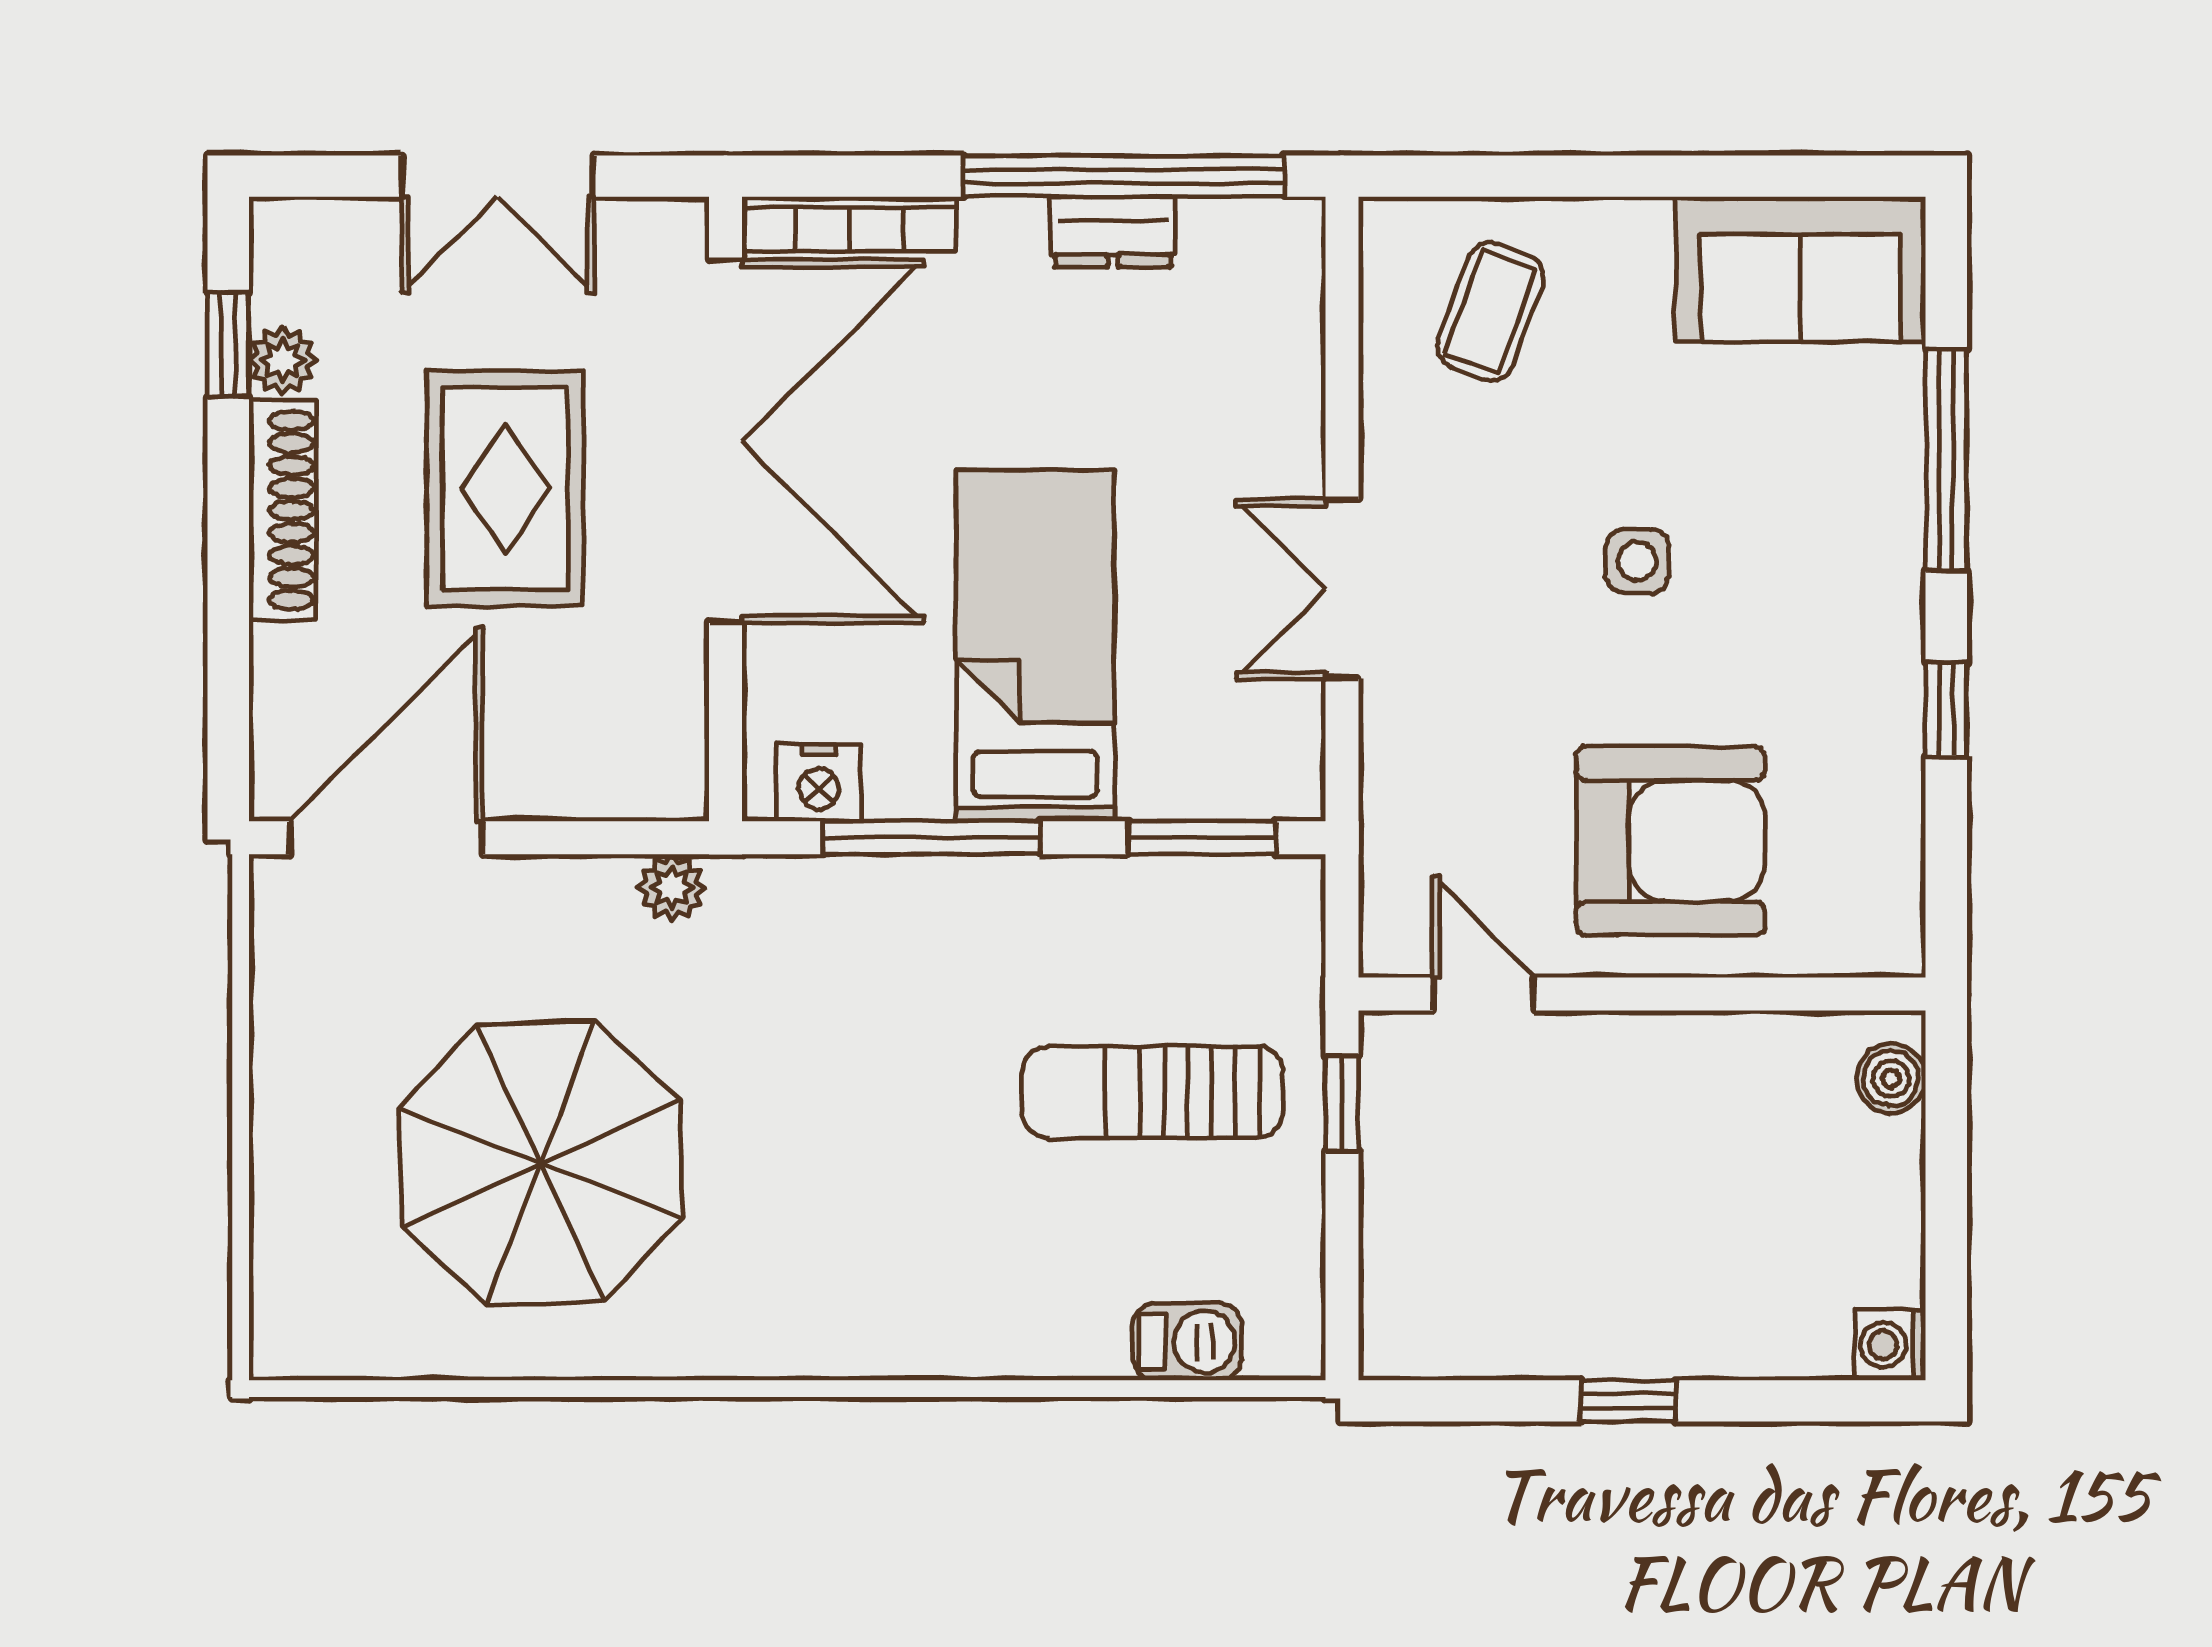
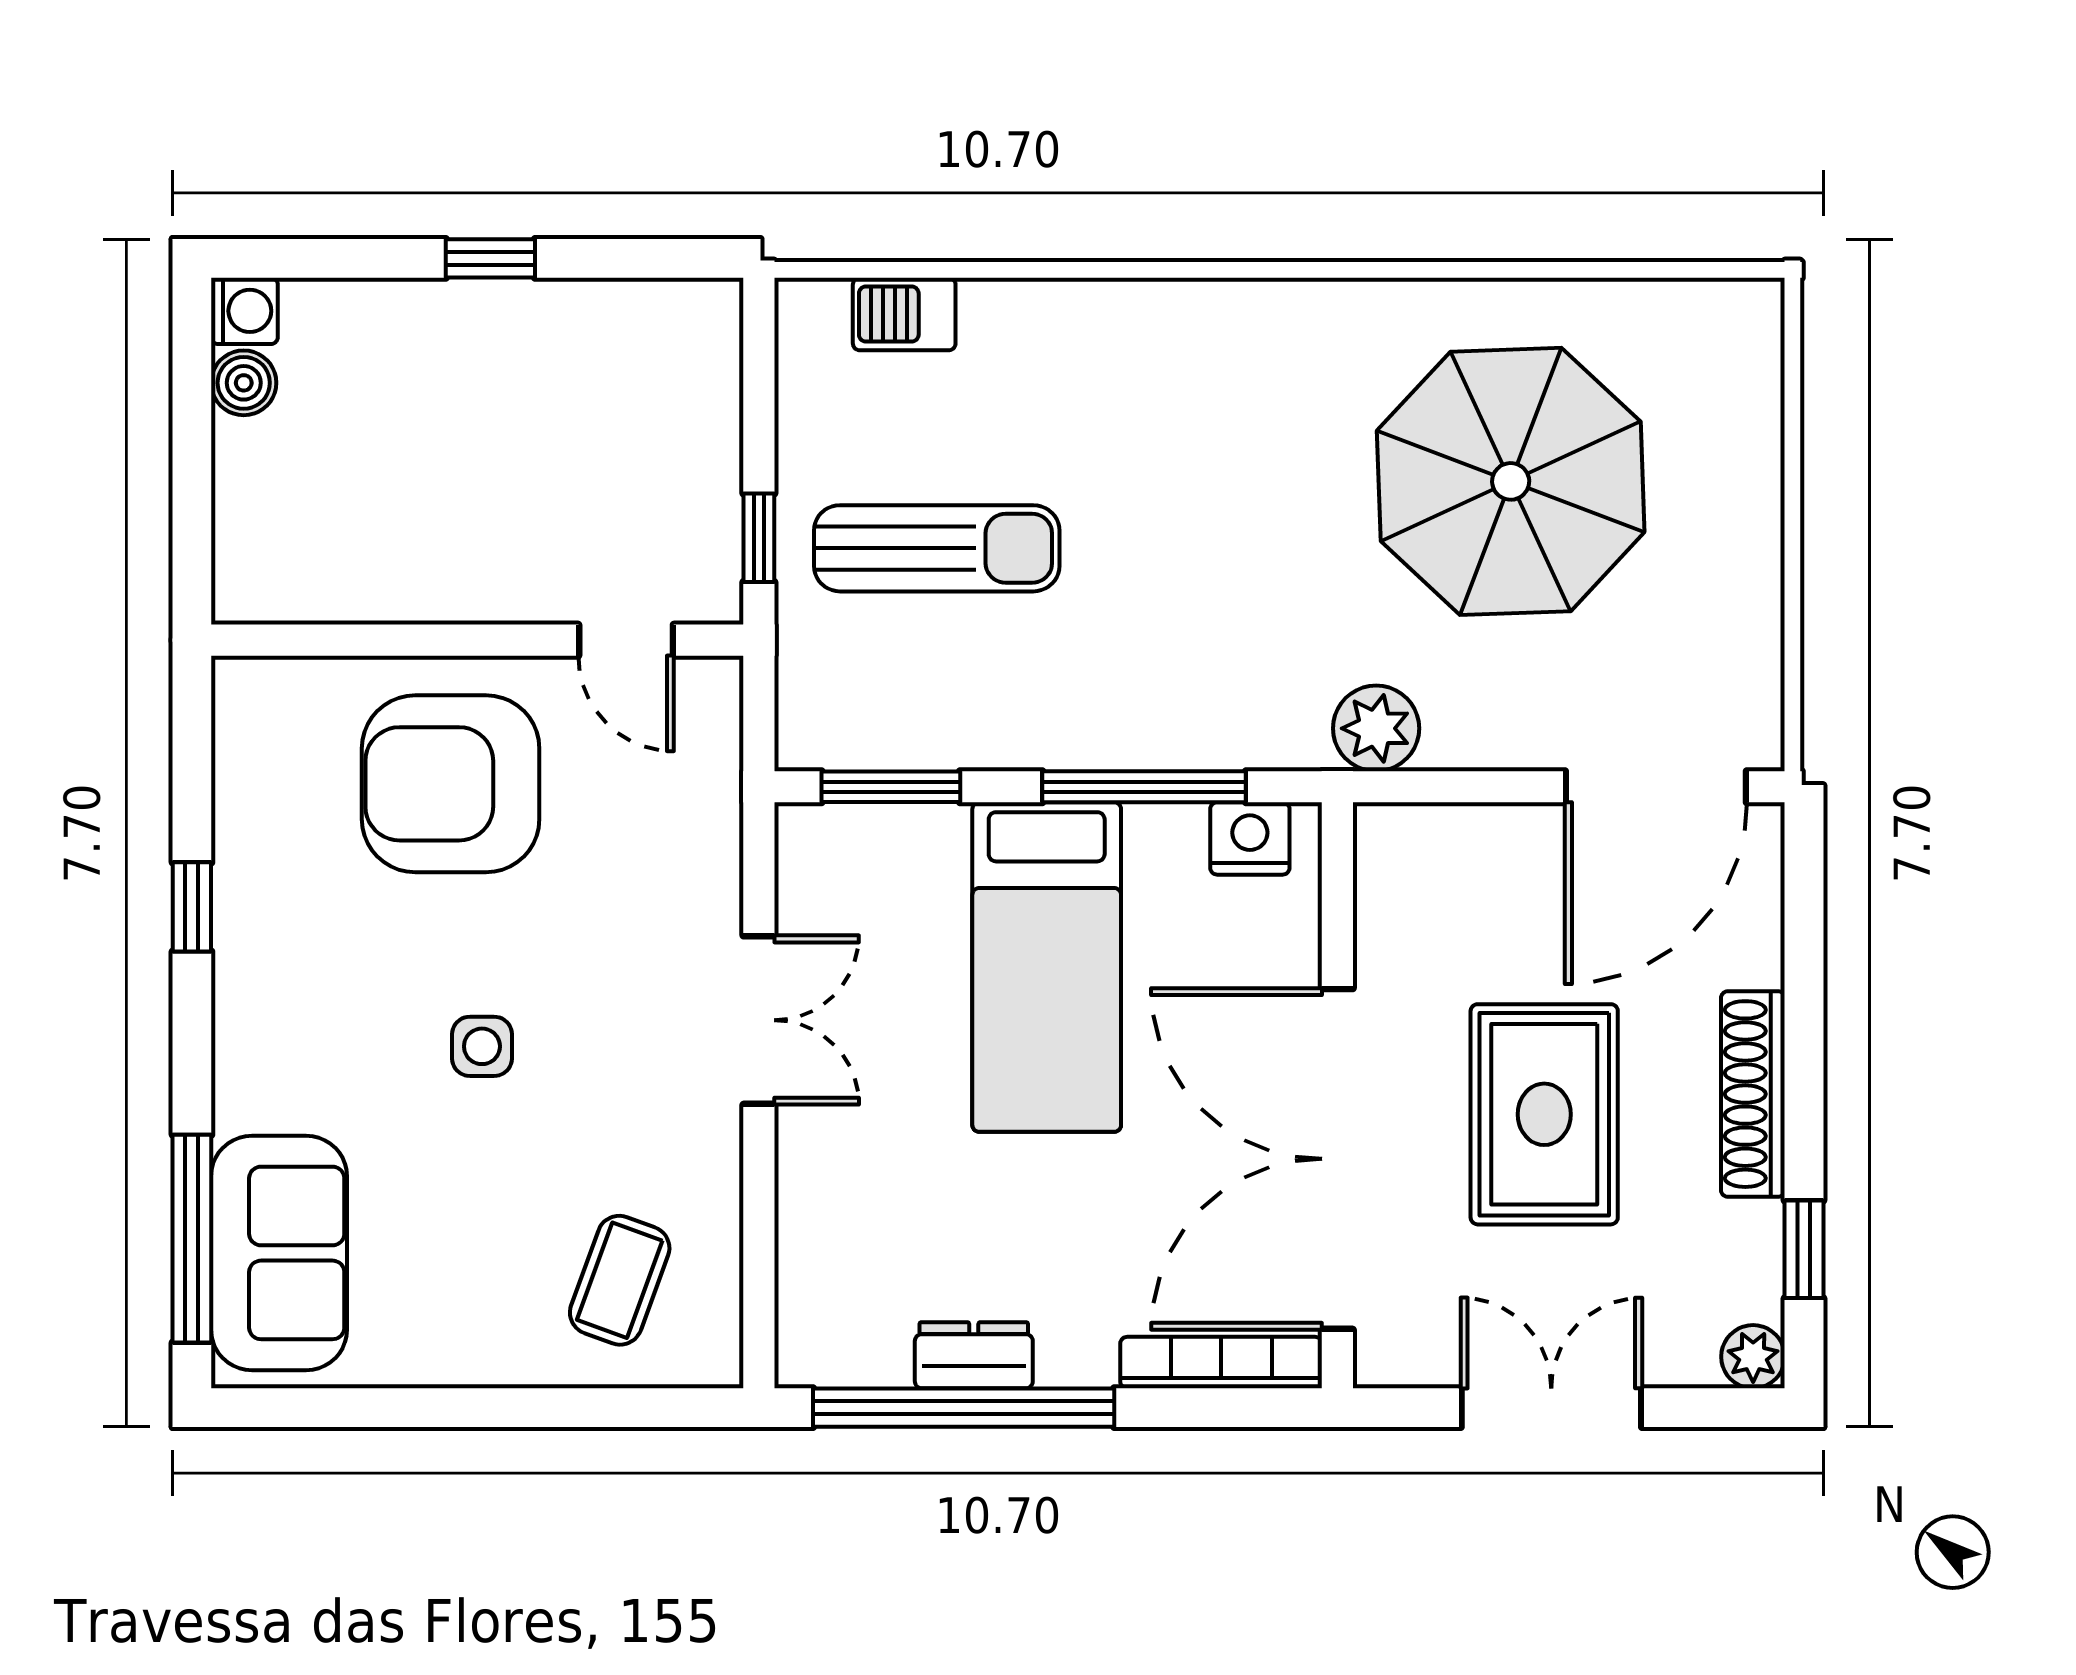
sofa: (1801, 269) -> (279, 1253), moved, turned 90
plant: (283, 360) -> (1753, 1357), moved
window: (1946, 460) -> (192, 1239), moved
plant: (672, 888) -> (1376, 728), width x1.38, depth x1.38
boiler: (1891, 1079) -> (244, 383), moved

